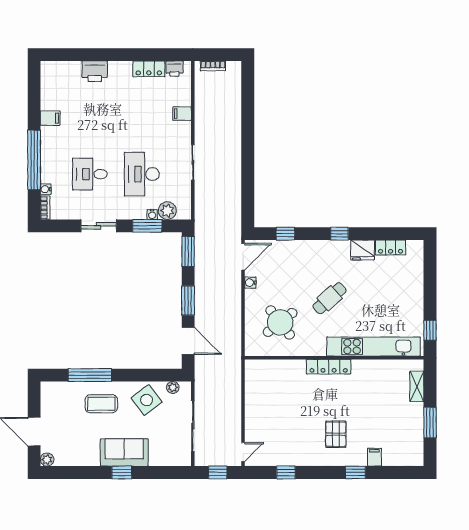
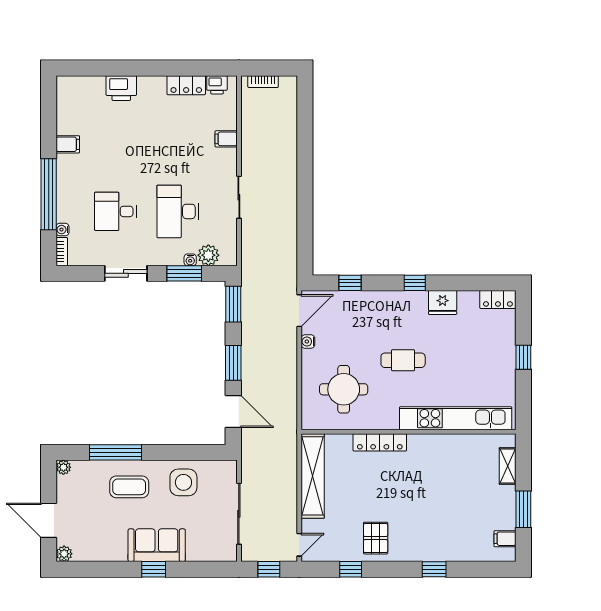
locker: (391, 248) -> (498, 299), moved
cafe table: (330, 298) -> (403, 360), turned 42
round table: (280, 322) -> (344, 389), turned 38
window: (430, 330) -> (523, 357), moved
locker: (329, 367) -> (380, 442), moved
plant: (173, 387) -> (63, 467), moved
shelving: (254, 395) -> (313, 476), added
side table: (147, 400) -> (183, 482), turned 37
pallet: (336, 434) -> (376, 538), moved
filing cabinet: (374, 457) -> (505, 539), moved, turned -90

